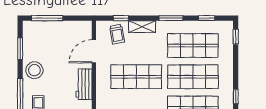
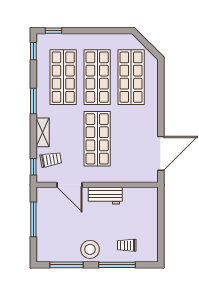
window: (47, 18) -> (33, 219), moved
window: (121, 18) -> (33, 167), moved
window: (207, 18) -> (33, 51), moved
window: (20, 49) -> (66, 265), width x1.44
window: (236, 96) -> (119, 31), removed

